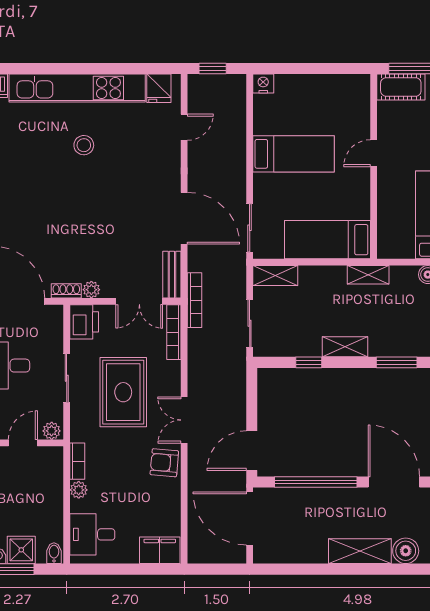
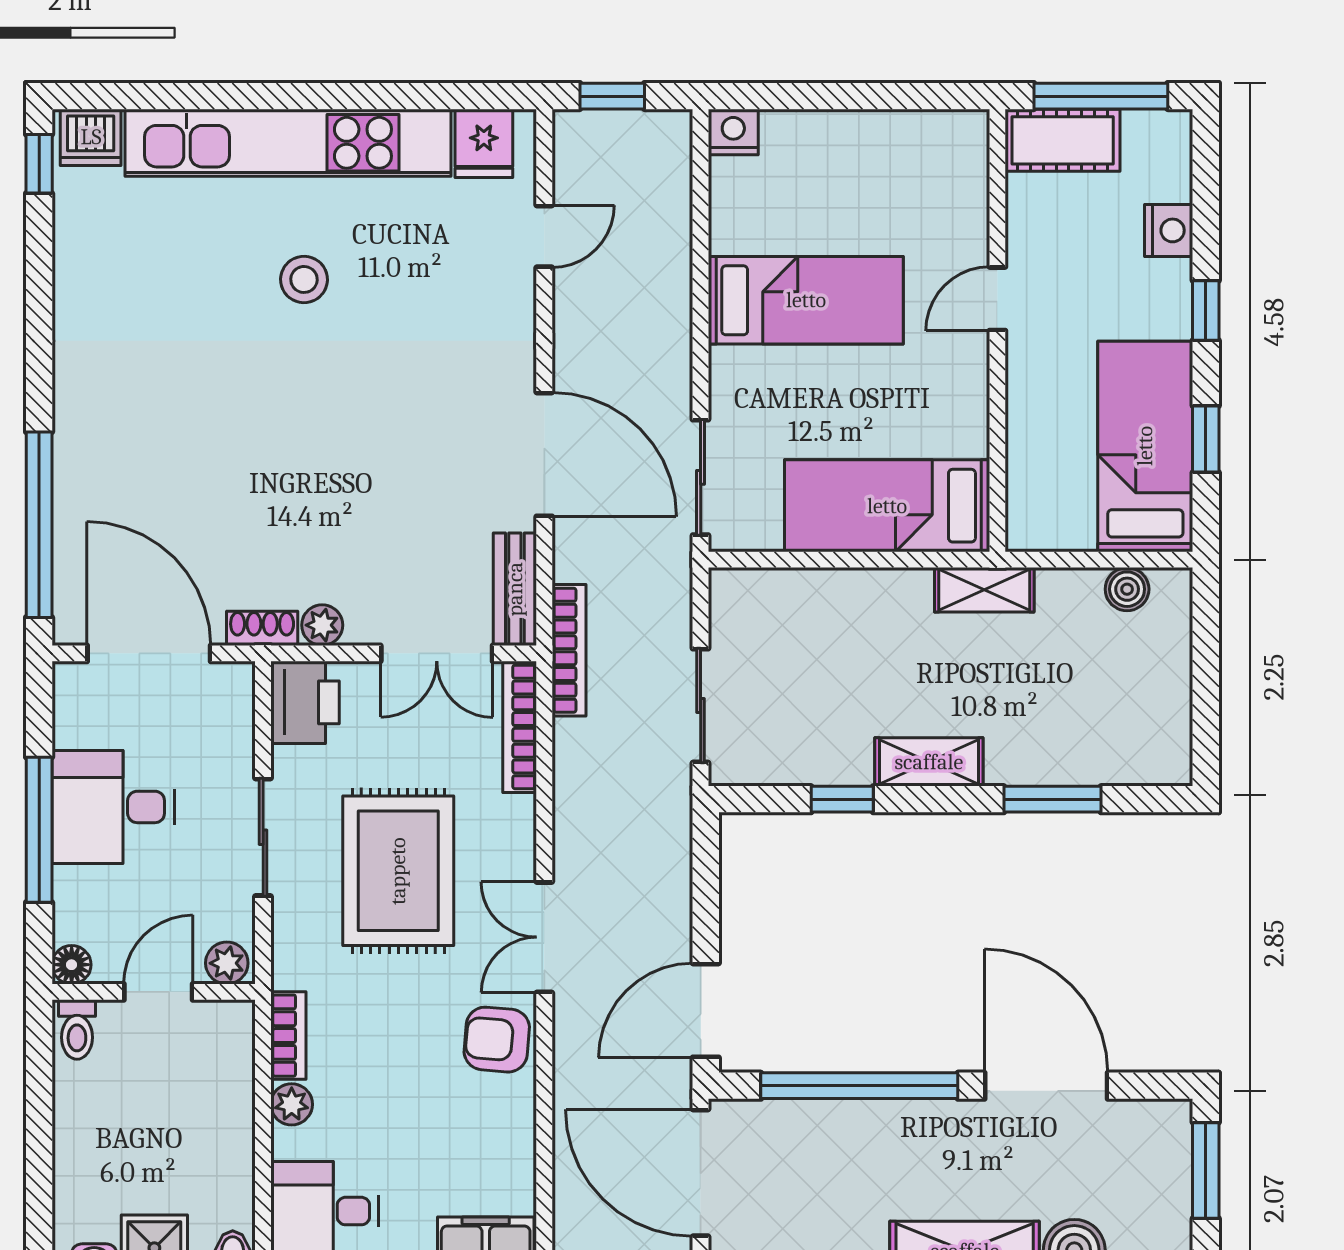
shelving: (275, 276) -> (762, 592), removed

